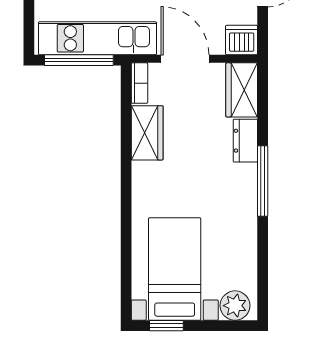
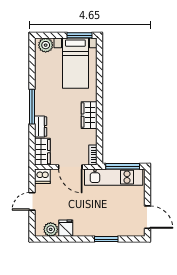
wardrobe: (147, 133) -> (89, 115), moved
window: (166, 326) -> (80, 35), width x1.50

